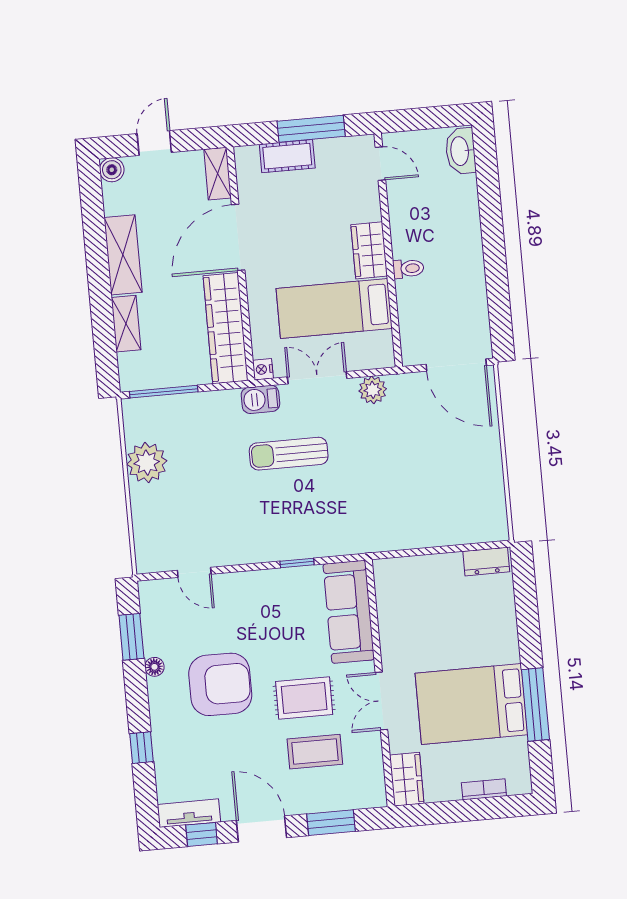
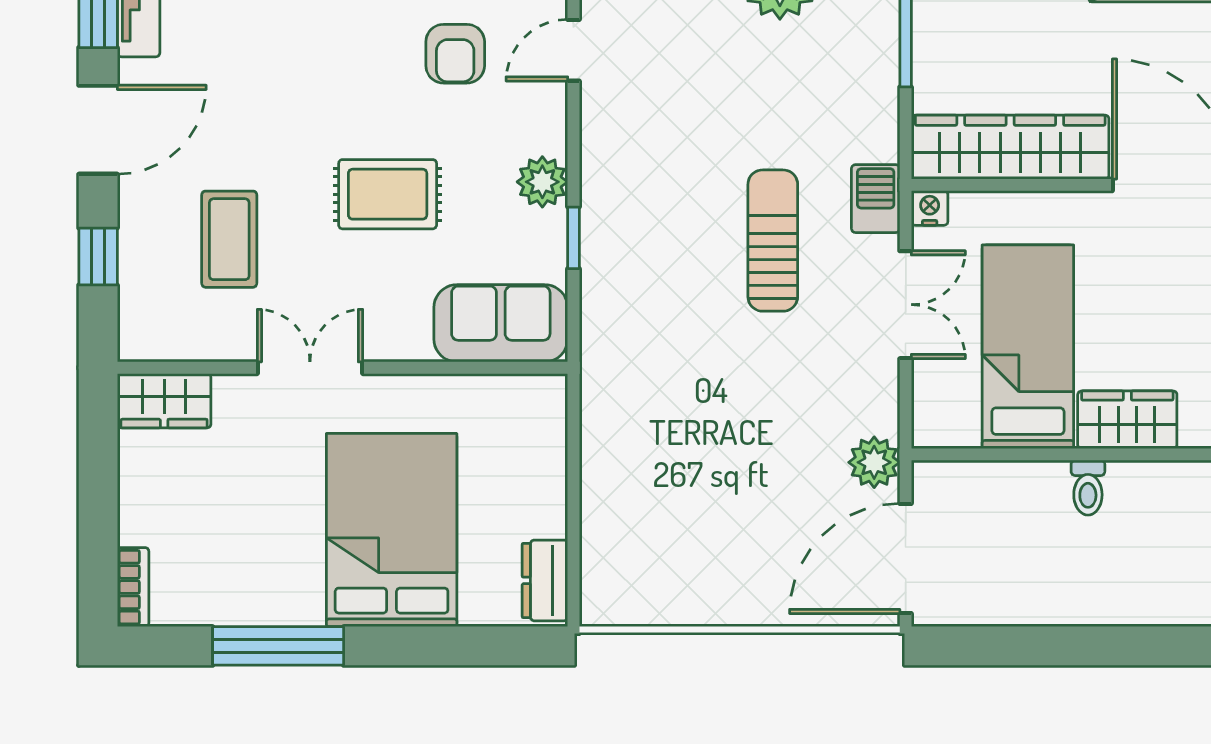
plant: (373, 390) -> (874, 462), moved
plant: (268, 583) -> (542, 182), added
sofa: (349, 612) -> (501, 323), width x0.73
armchair: (220, 684) -> (455, 54), moved, width x0.53, depth x0.53
rug: (304, 698) -> (388, 194), moved, turned 90
bed: (471, 704) -> (392, 530), moved
bookcase: (484, 789) -> (133, 587), moved
window: (331, 823) -> (98, 256), width x0.67

